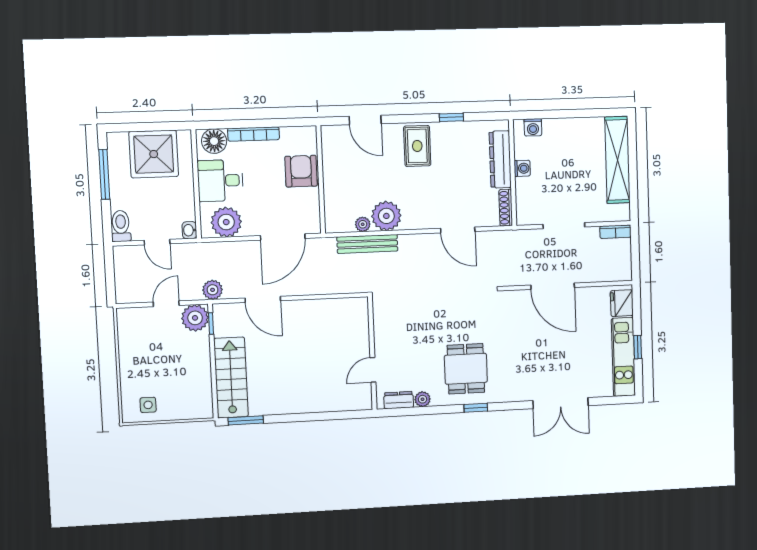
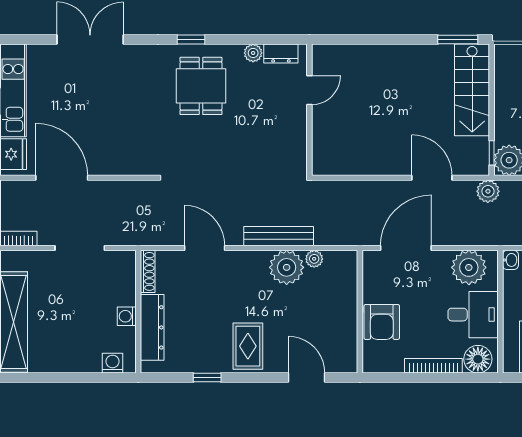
bench: (367, 244) -> (279, 236), moved
door: (553, 286) -> (62, 178), moved

